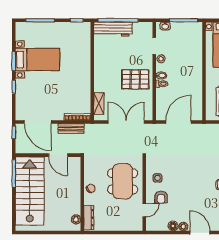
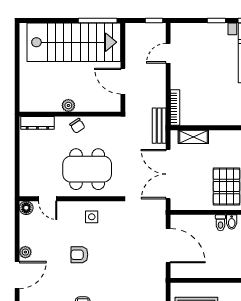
door: (38, 122) -> (168, 53), width x0.53
double door: (126, 122) -> (168, 174), swing flipped
bench: (71, 129) -> (159, 126), moved
door: (58, 155) -> (123, 81), hinge flipped
armchair: (161, 197) -> (79, 255), moved
plant: (76, 219) -> (68, 105), moved
floor lamp: (173, 226) -> (26, 208), moved

